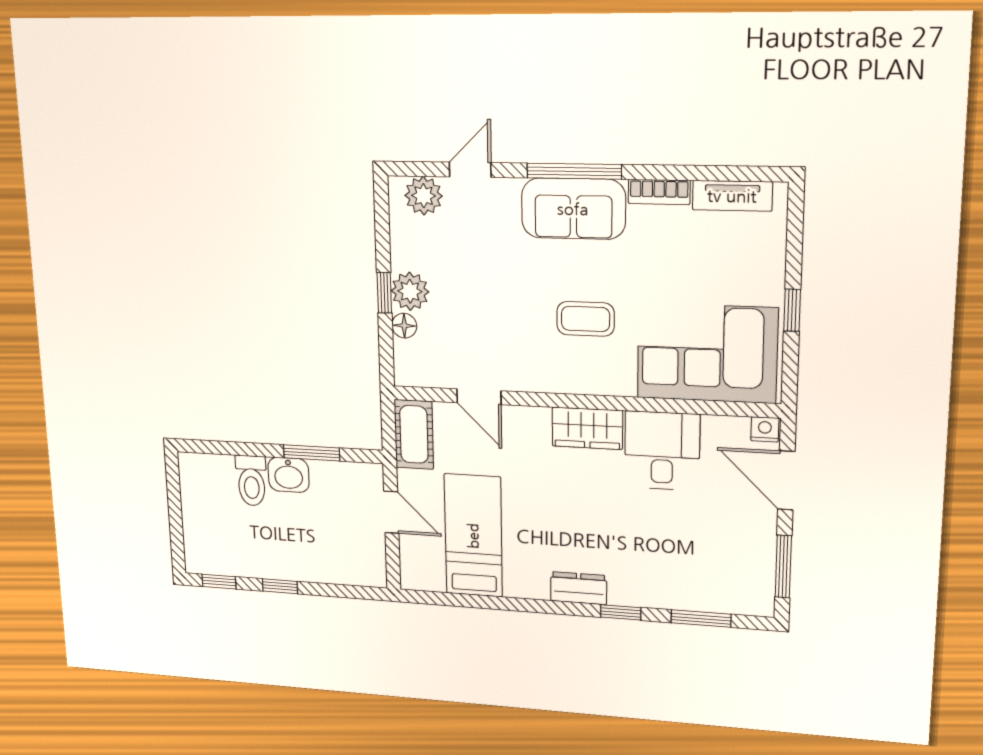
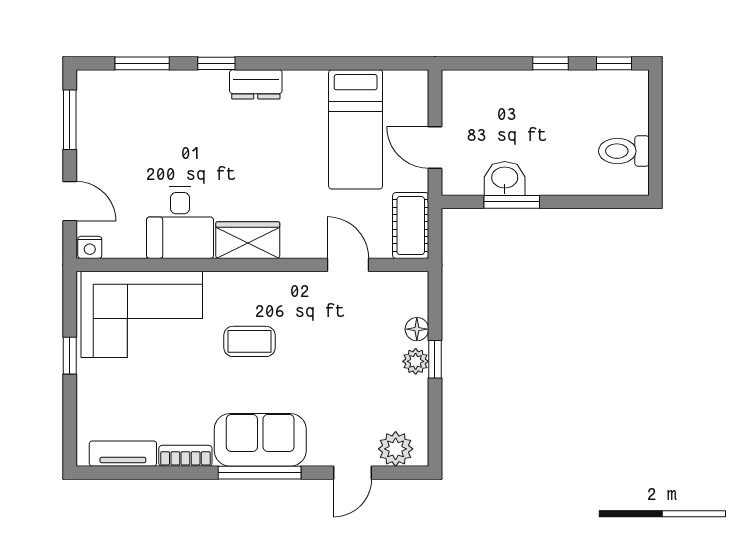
plant: (410, 291) -> (416, 361), width x0.73, depth x0.73
washbasin: (289, 475) -> (505, 179), moved
toilet: (251, 481) -> (624, 151), moved, turned -90
door: (786, 481) -> (70, 201), width x0.73

